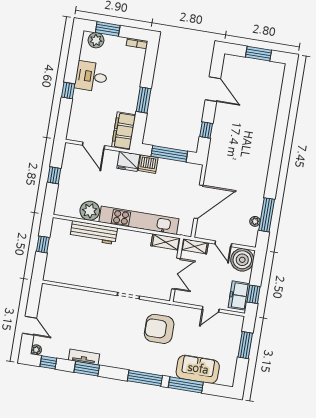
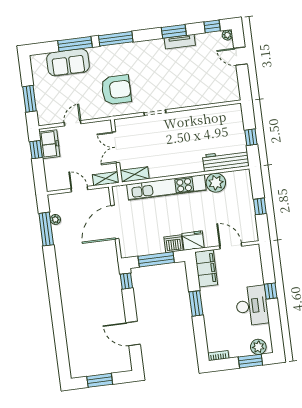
desk: (91, 76) -> (252, 306), width x1.37
window: (206, 130) -> (126, 281), moved
workbench: (94, 233) -> (226, 160), moved
boiler: (242, 260) -> (57, 179), removed

